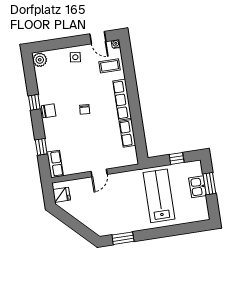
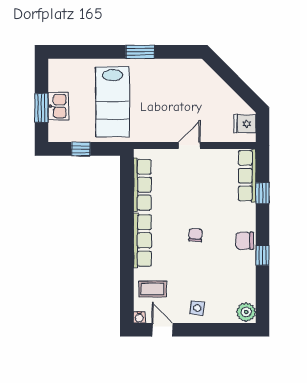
row of seats: (127, 133) -> (142, 185), width x1.48
row of seats: (55, 164) -> (247, 176), width x1.48
window: (123, 238) -> (140, 52), moved

